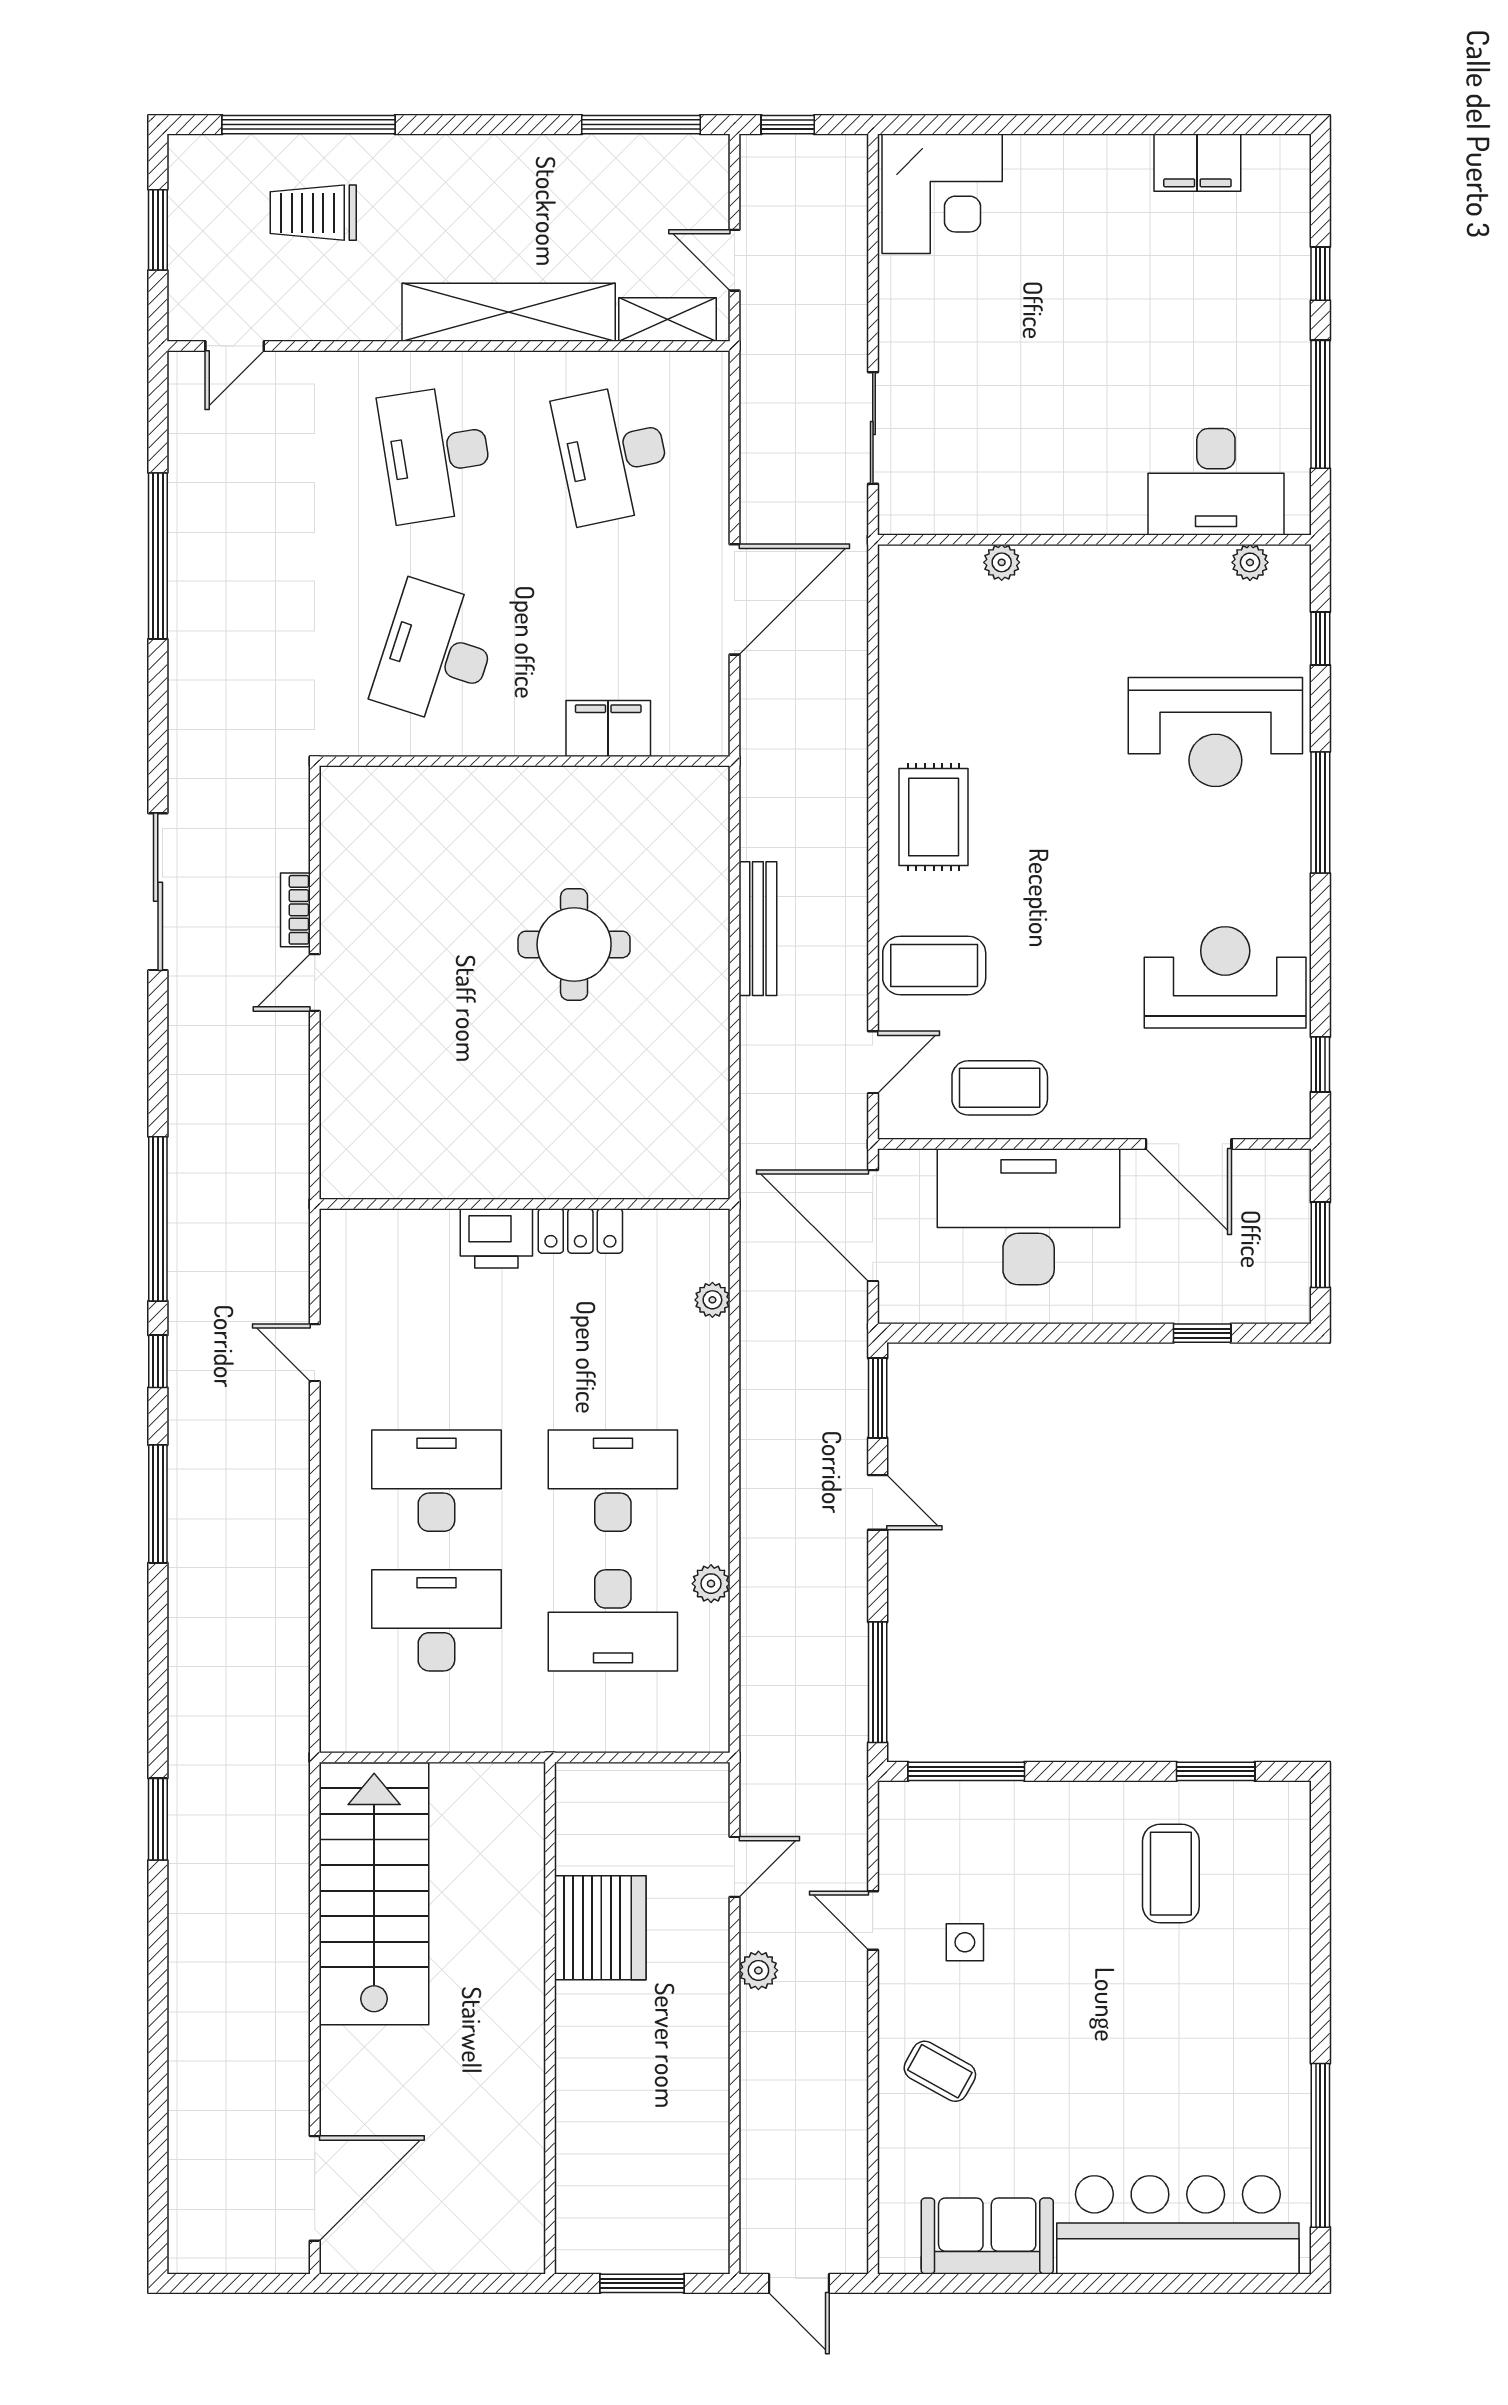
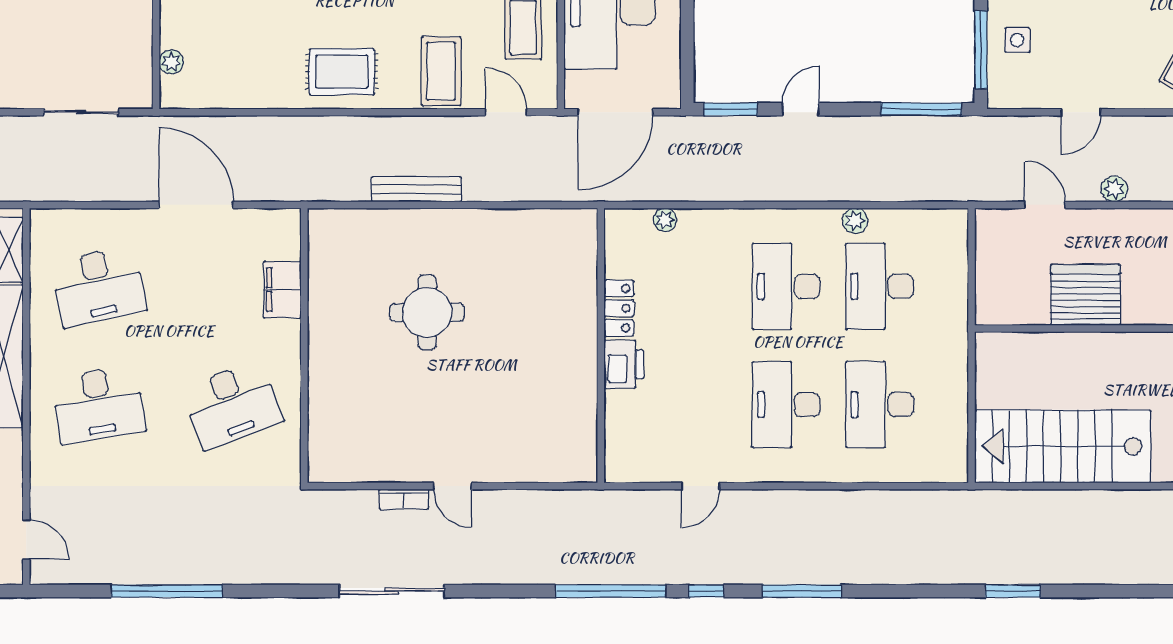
plant: (1002, 562) -> (171, 62), moved
desk: (436, 653) -> (232, 405), turned -39
desk: (613, 1620) -> (880, 286), turned 180
side table: (965, 1942) -> (1017, 40), moved

